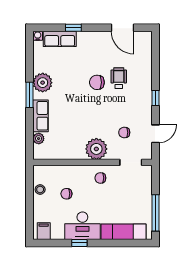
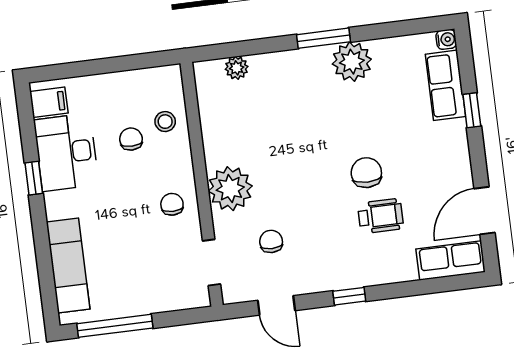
row of seats: (41, 116) -> (451, 260), moved, turned 180
stool: (40, 189) -> (165, 122), moved
desk: (82, 226) -> (66, 152), moved

